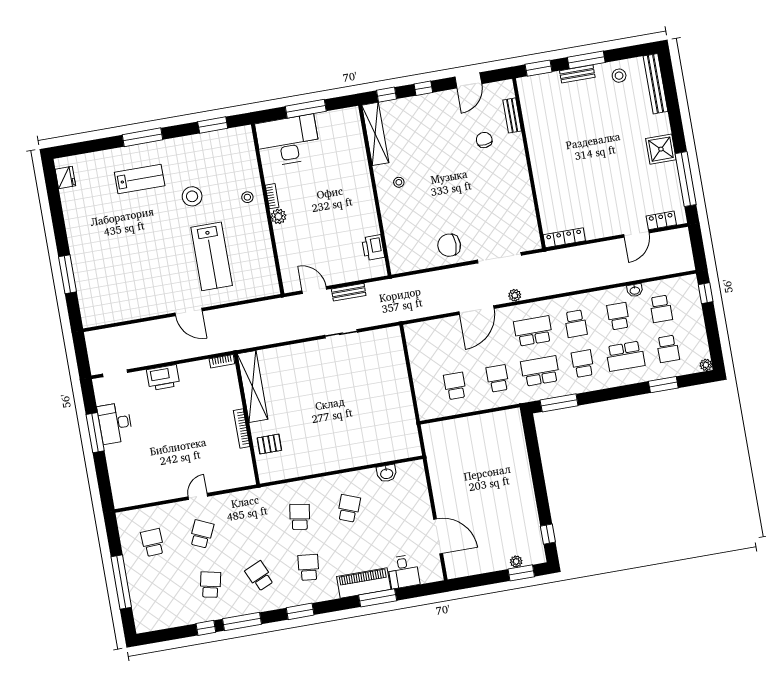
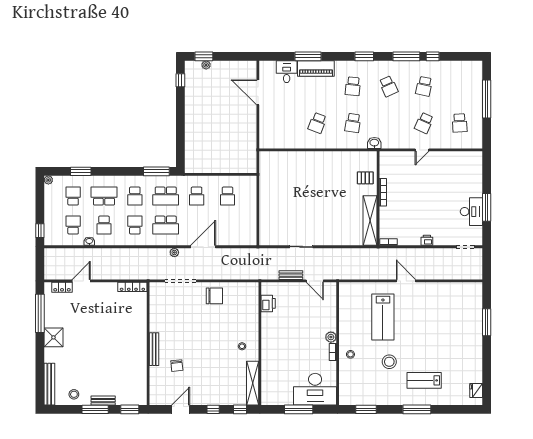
bench: (512, 115) -> (154, 349), moved, width x1.36
lab bench: (212, 256) -> (383, 317), turned 180
printer: (163, 378) -> (427, 240), width x0.53, depth x0.68
washbasin: (387, 473) -> (374, 143), moved

